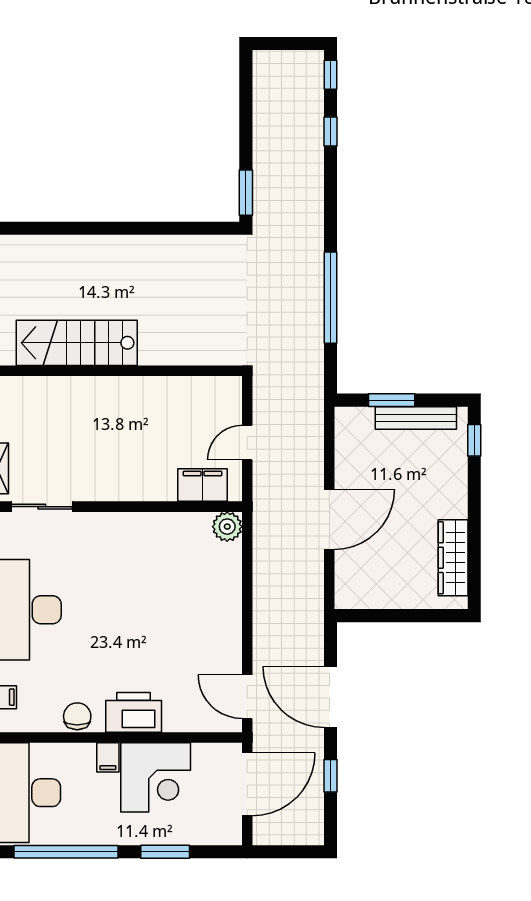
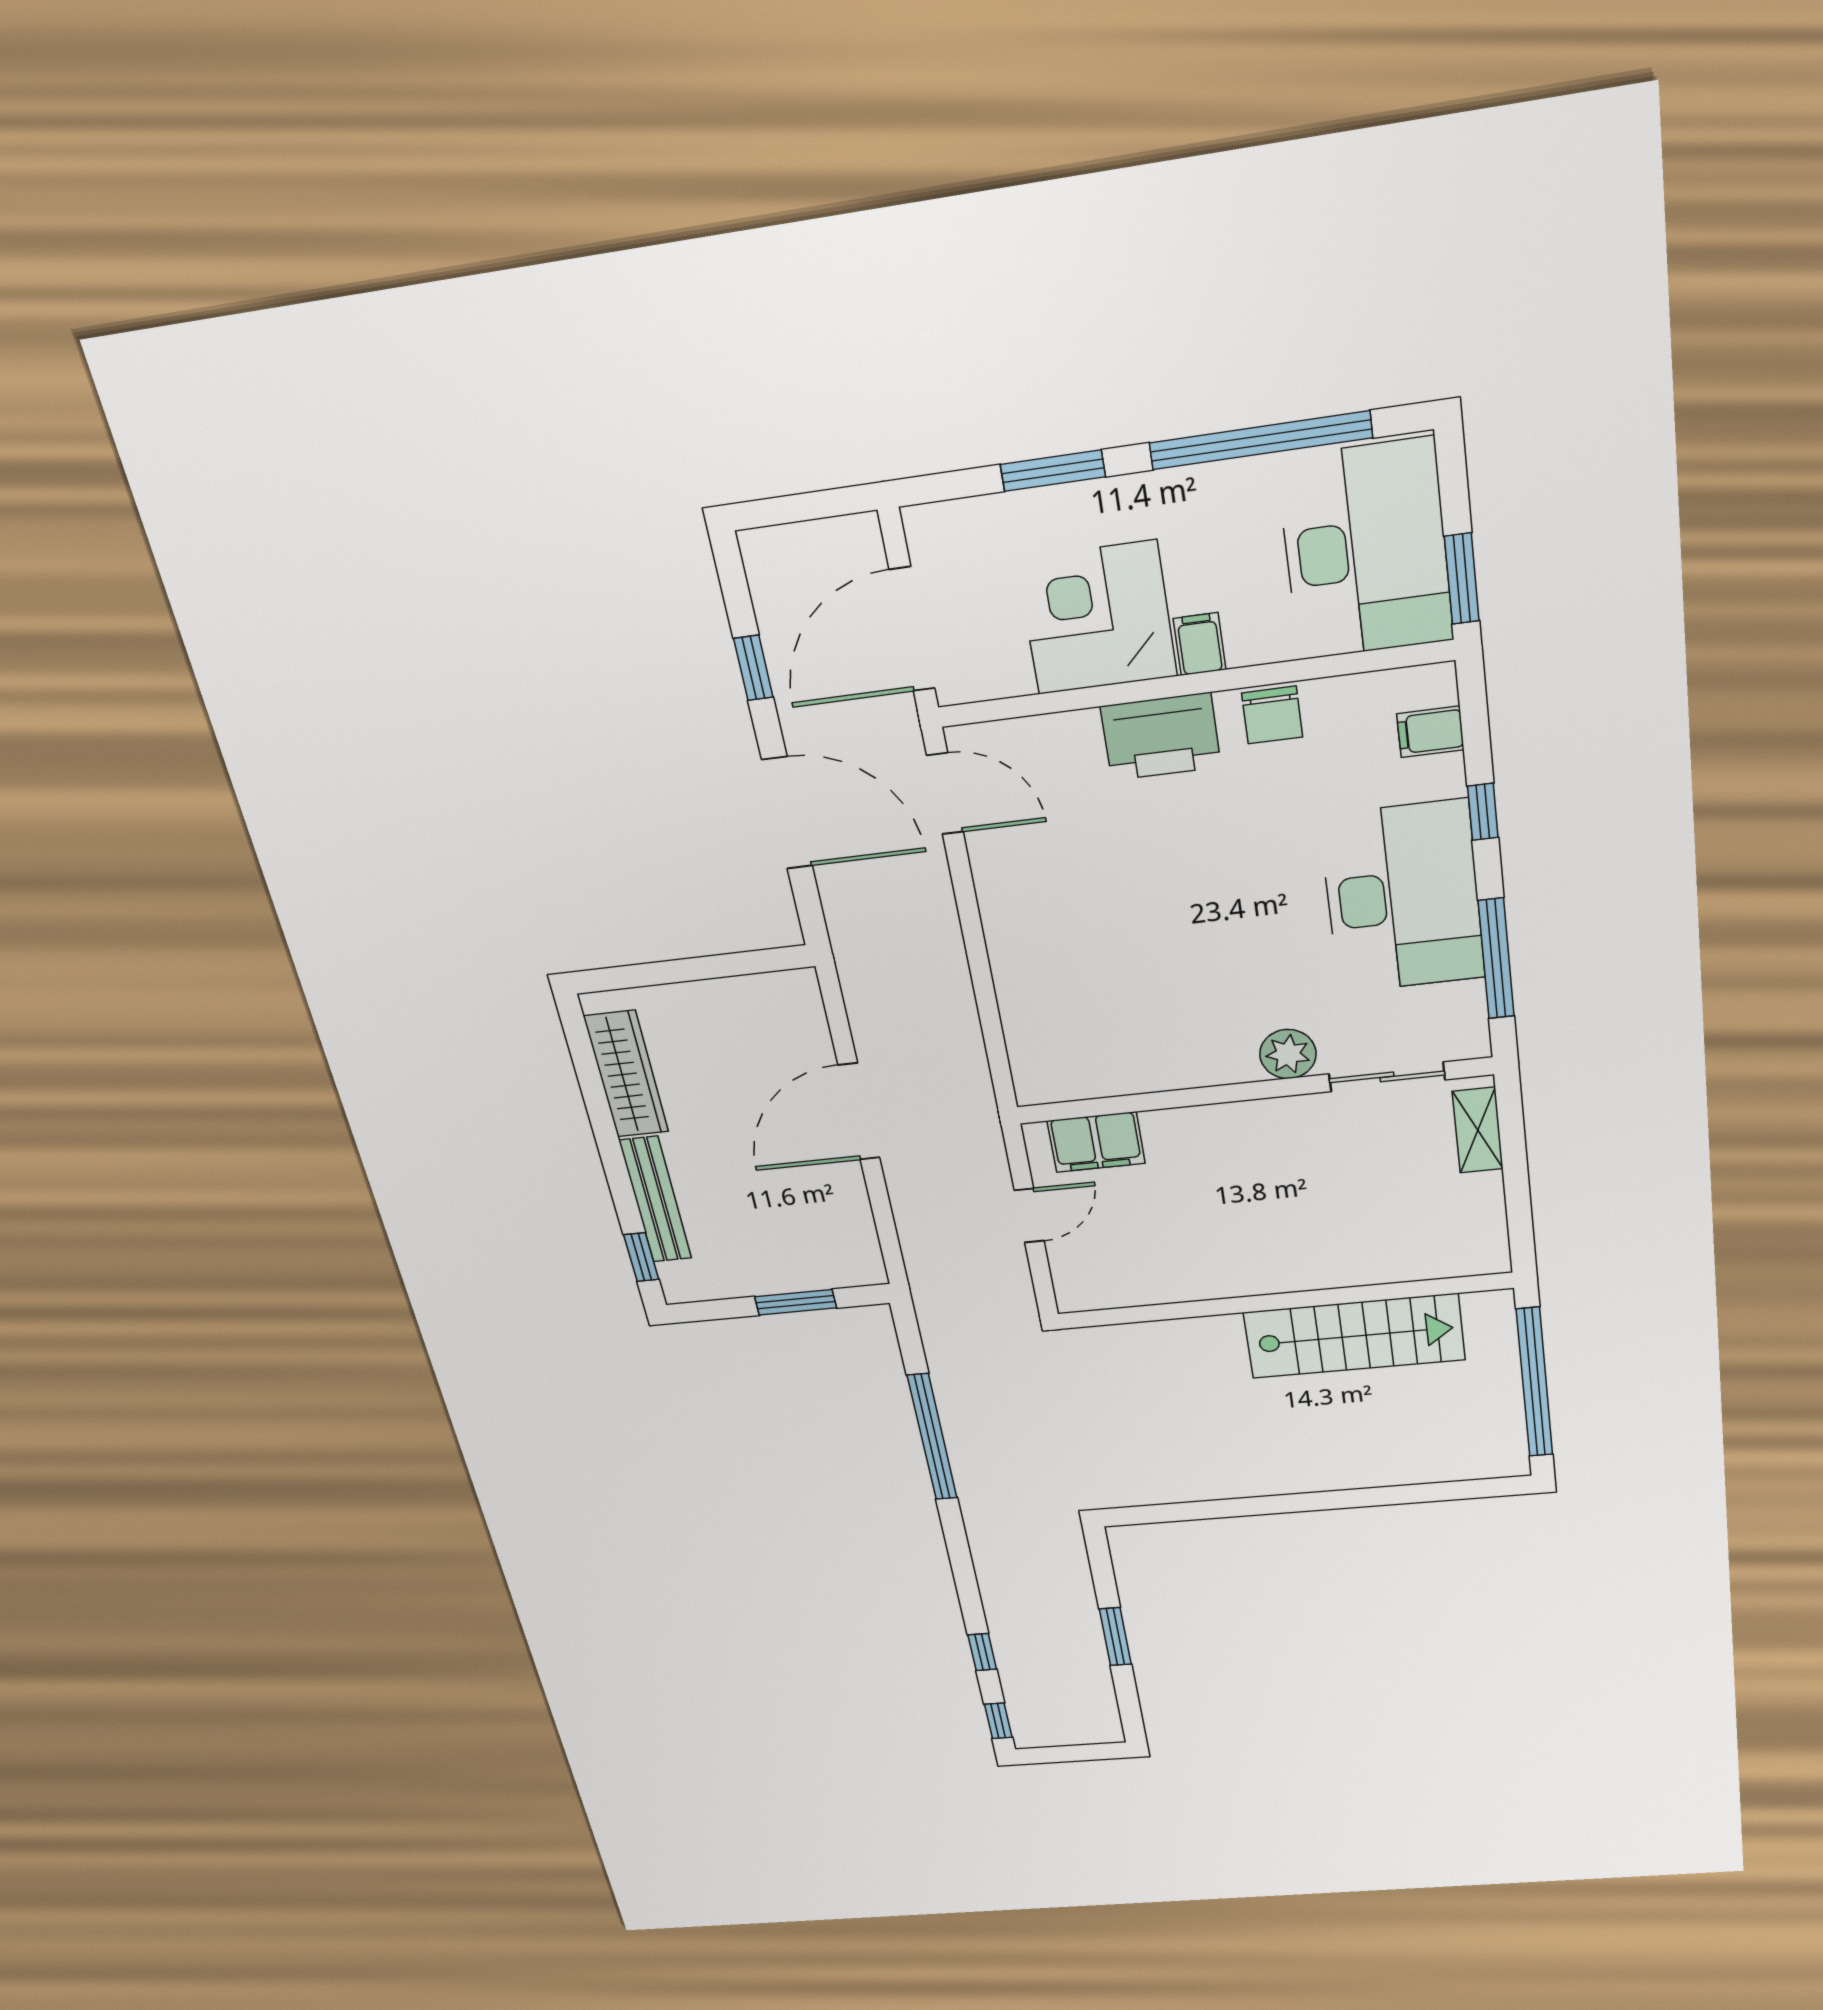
window: (246, 193) -> (1115, 1637), moved
bench: (416, 418) -> (656, 1200), moved, turned 90
plant: (227, 527) -> (1288, 1054), moved

